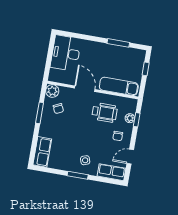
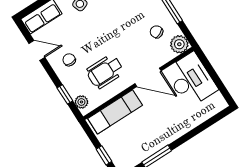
desk: (66, 53) -> (191, 80), moved
plant: (130, 118) -> (81, 102), moved
door: (130, 157) -> (37, 50), hinge flipped

